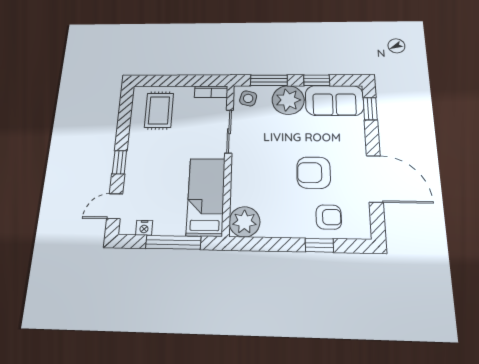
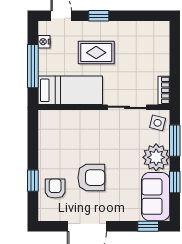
rug: (159, 110) -> (96, 53), moved
armchair: (314, 173) -> (91, 178), turned 90
armchair: (329, 217) -> (55, 188), turned 180
plant: (244, 222) -> (50, 122), removed

